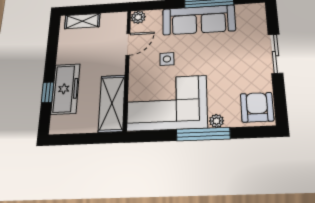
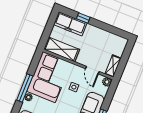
shelving: (82, 21) -> (113, 66), moved
freezer: (65, 89) -> (70, 24), moved

